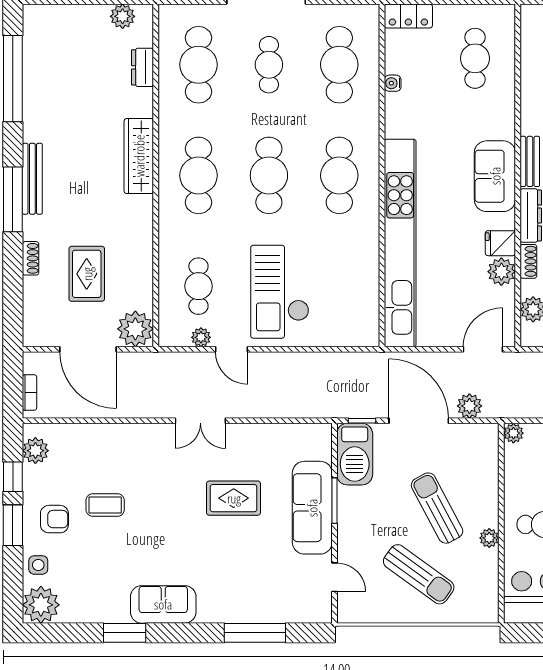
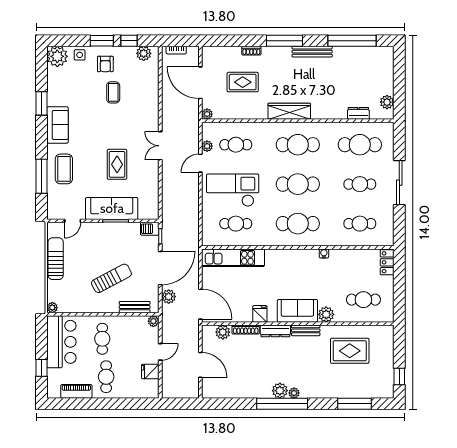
cafe table: (339, 65) -> (360, 224), width x0.73, depth x0.74
water cooler: (393, 83) -> (324, 254), moved
wardrobe: (139, 156) -> (289, 111), moved
bench: (32, 179) -> (312, 52), moved
kitchen unit: (400, 243) -> (233, 258), width x0.54
shoe rack: (528, 261) -> (246, 330), width x1.43
plant: (501, 272) -> (326, 314), moved
cafe table: (339, 286) -> (236, 224), added
plant: (135, 329) -> (207, 114), width x0.53, depth x0.53
door: (88, 349) -> (200, 83), hinge flipped
door: (483, 349) -> (200, 304), width x1.36
barbecue: (355, 454) -> (150, 229), width x0.53, depth x0.65
bench: (488, 467) -> (135, 307), added
plant: (489, 538) -> (52, 308), moved
sun lounger: (419, 574) -> (56, 259), moved, turned 144
coffee table: (242, 593) -> (64, 169), added

